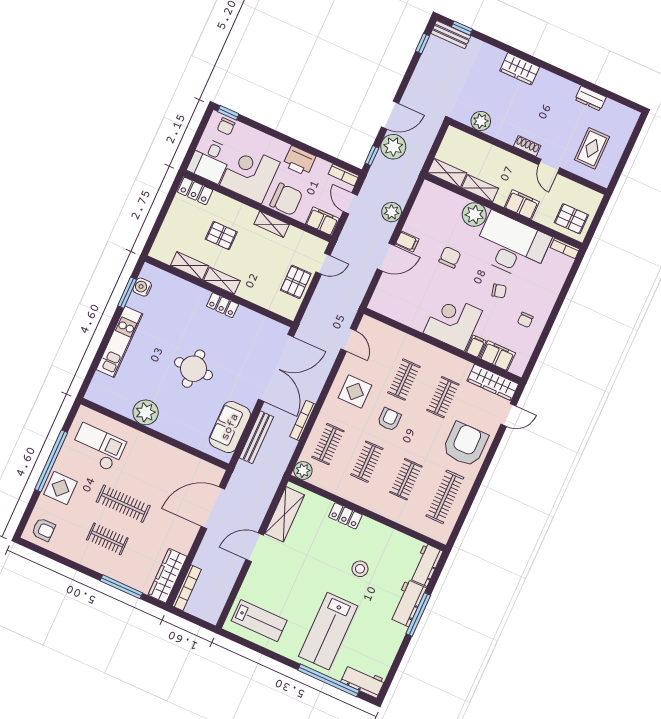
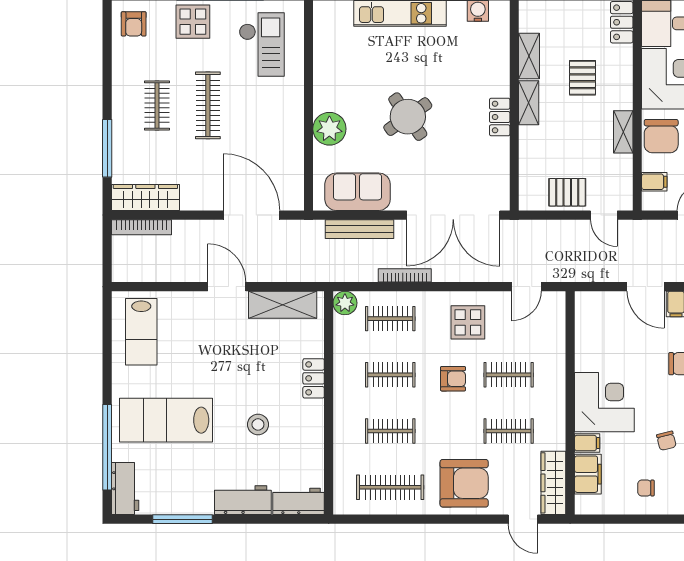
filing cabinet: (322, 221) -> (654, 182), width x0.50
round table: (194, 369) -> (408, 117), turned -35
plant: (146, 412) -> (329, 129), moved
window: (418, 615) -> (182, 519), moved

